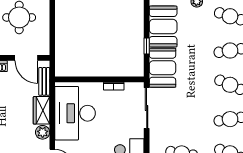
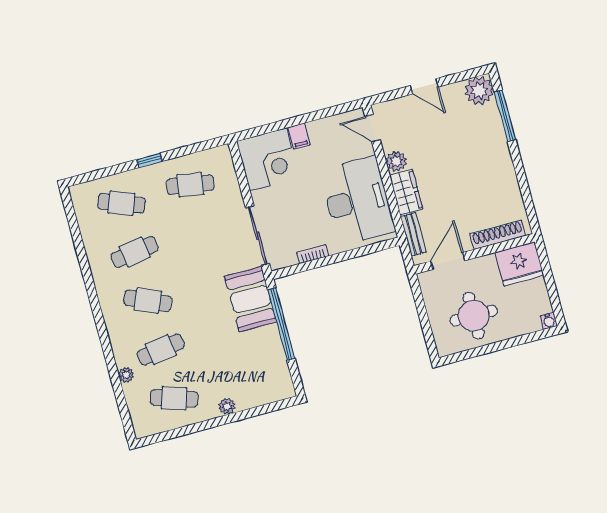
booth: (163, 26) -> (265, 358), removed
window: (147, 46) -> (281, 324), width x3.17
door: (26, 58) -> (448, 261), hinge flipped

